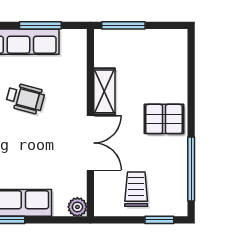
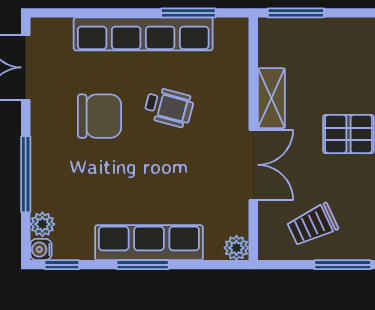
trolley: (136, 189) -> (312, 225), turned -115
window: (159, 220) -> (343, 265), width x1.50

